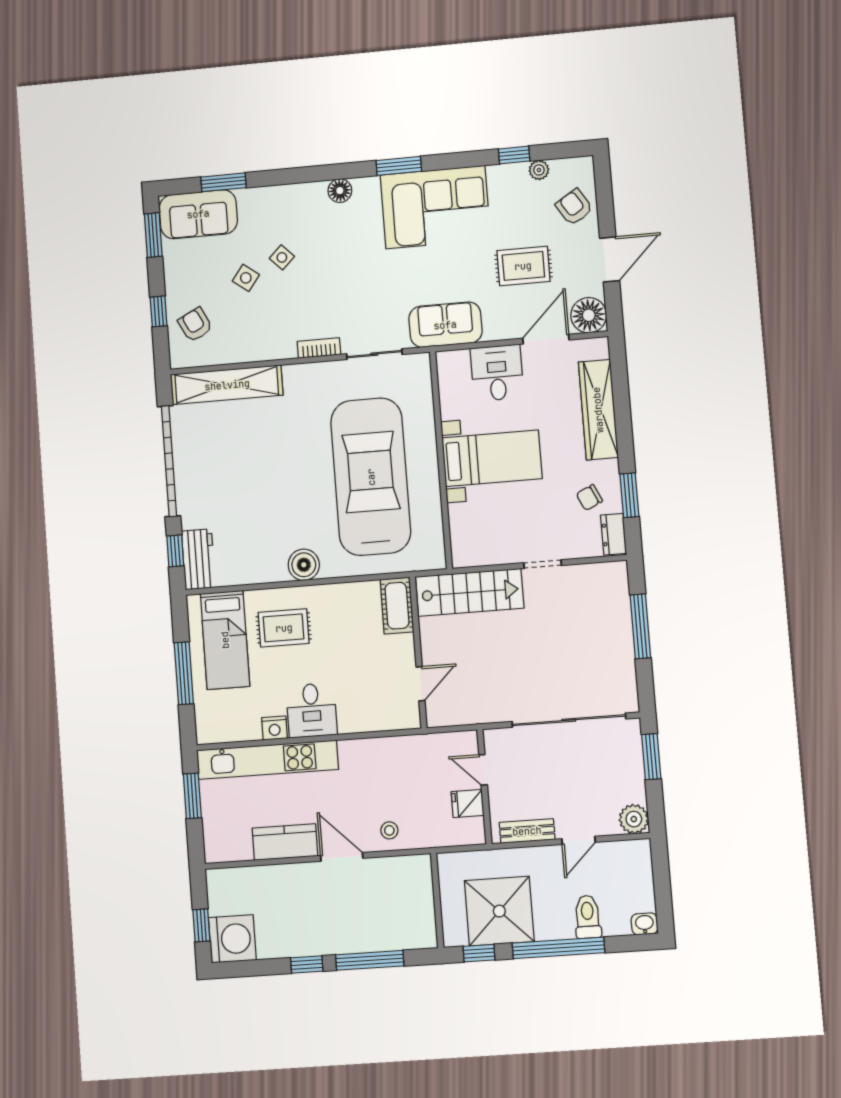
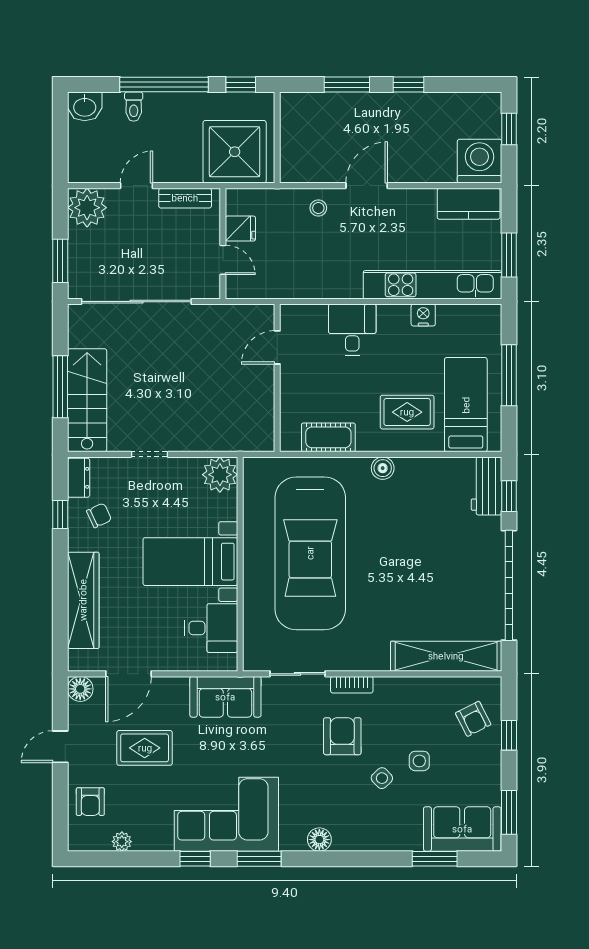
window: (514, 155) -> (195, 859), moved
armchair: (574, 207) -> (90, 802), turned 32
door: (610, 259) -> (60, 747), width x0.73
side table: (246, 278) -> (419, 761), turned -37
armchair: (325, 296) -> (342, 736), added
floor lamp: (589, 315) -> (80, 689), width x0.73, depth x0.73
desk: (497, 373) -> (211, 628), moved, turned -90
window: (629, 495) -> (60, 515), width x0.67
plant: (469, 549) -> (220, 475), added
boiler: (304, 565) -> (383, 468), width x0.73, depth x0.73
stairs: (470, 592) -> (87, 400), moved, turned 90
cot: (397, 606) -> (328, 437), moved, turned 90
desk: (312, 710) -> (352, 330), moved
plant: (634, 819) -> (87, 208), width x1.36, depth x1.36
kitchen counter: (285, 842) -> (469, 204), moved
door: (342, 857) -> (367, 186), swing flipped
shower: (499, 911) -> (235, 152), moved
toilet: (588, 917) -> (134, 107), width x0.73, depth x0.72
washbasin: (645, 924) -> (85, 106), width x1.38, depth x1.45
washing machine: (232, 939) -> (479, 161), moved, turned 90
window: (370, 960) -> (347, 85), width x0.69

